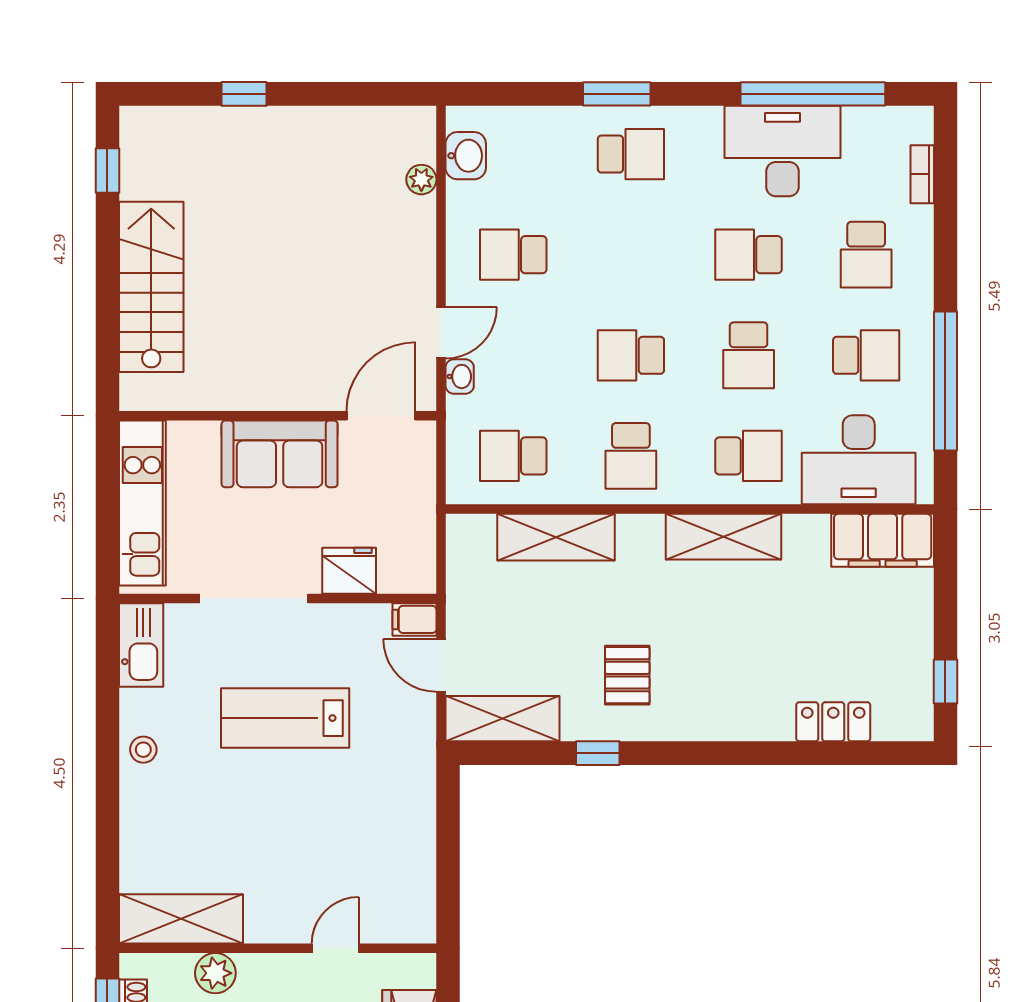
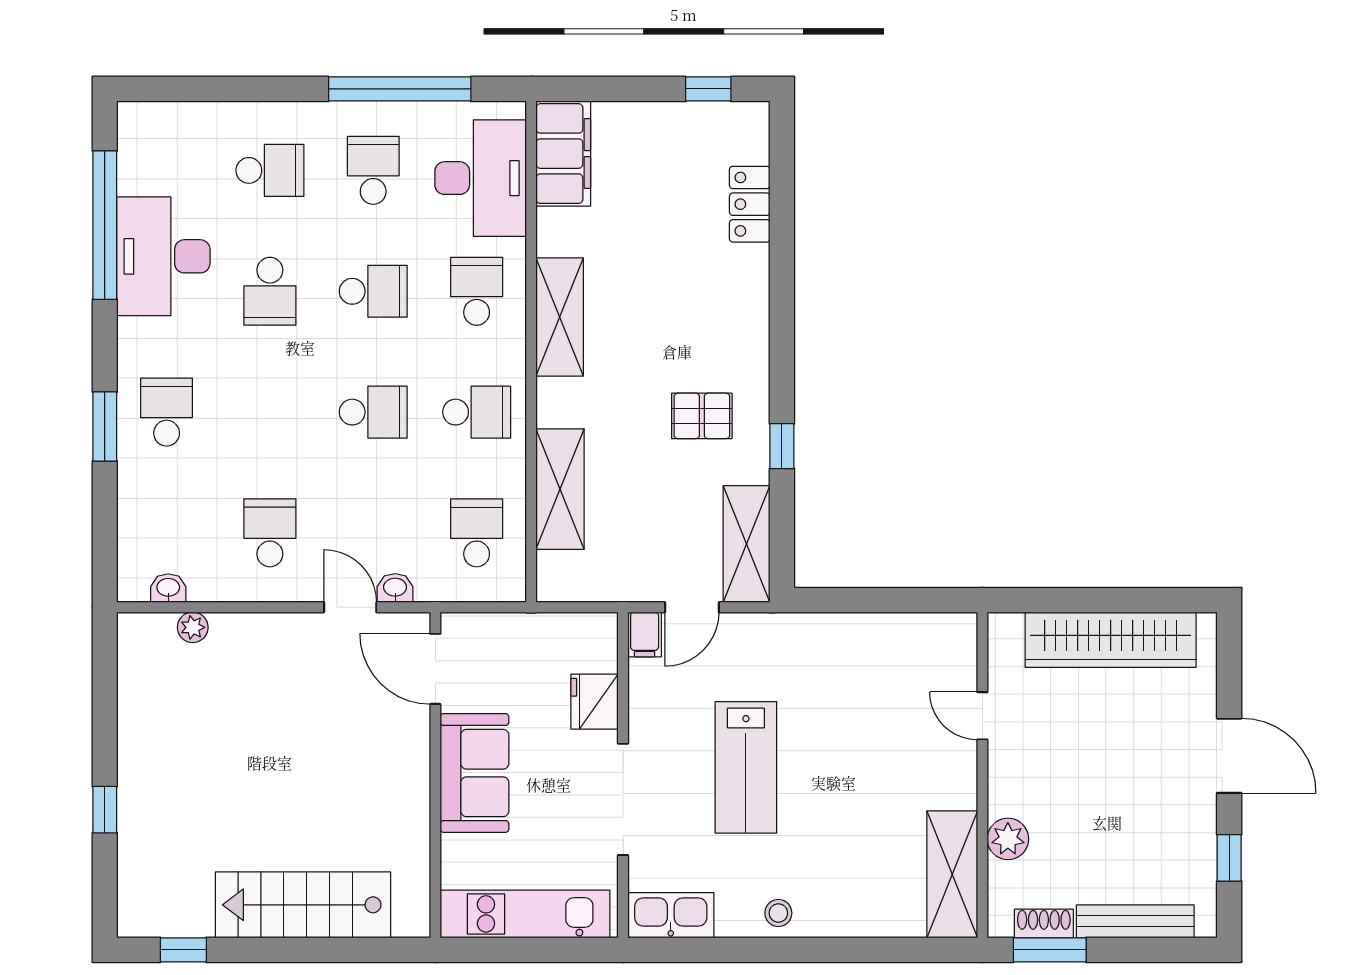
washbasin: (466, 156) -> (168, 588), width x0.72, depth x0.69
bookcase: (922, 174) -> (187, 113), removed
school desk: (513, 255) -> (270, 533), turned 180
school desk: (631, 355) -> (373, 412), turned -90
school desk: (513, 456) -> (477, 533), turned 180

